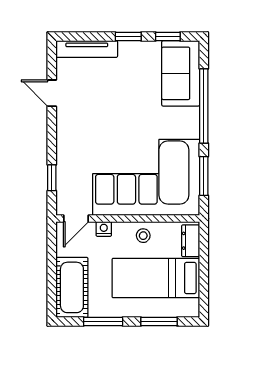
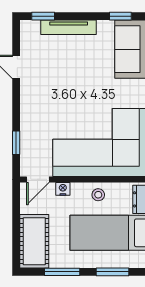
window: (128, 37) -> (43, 16), moved
tv unit: (87, 49) -> (69, 27), moved

